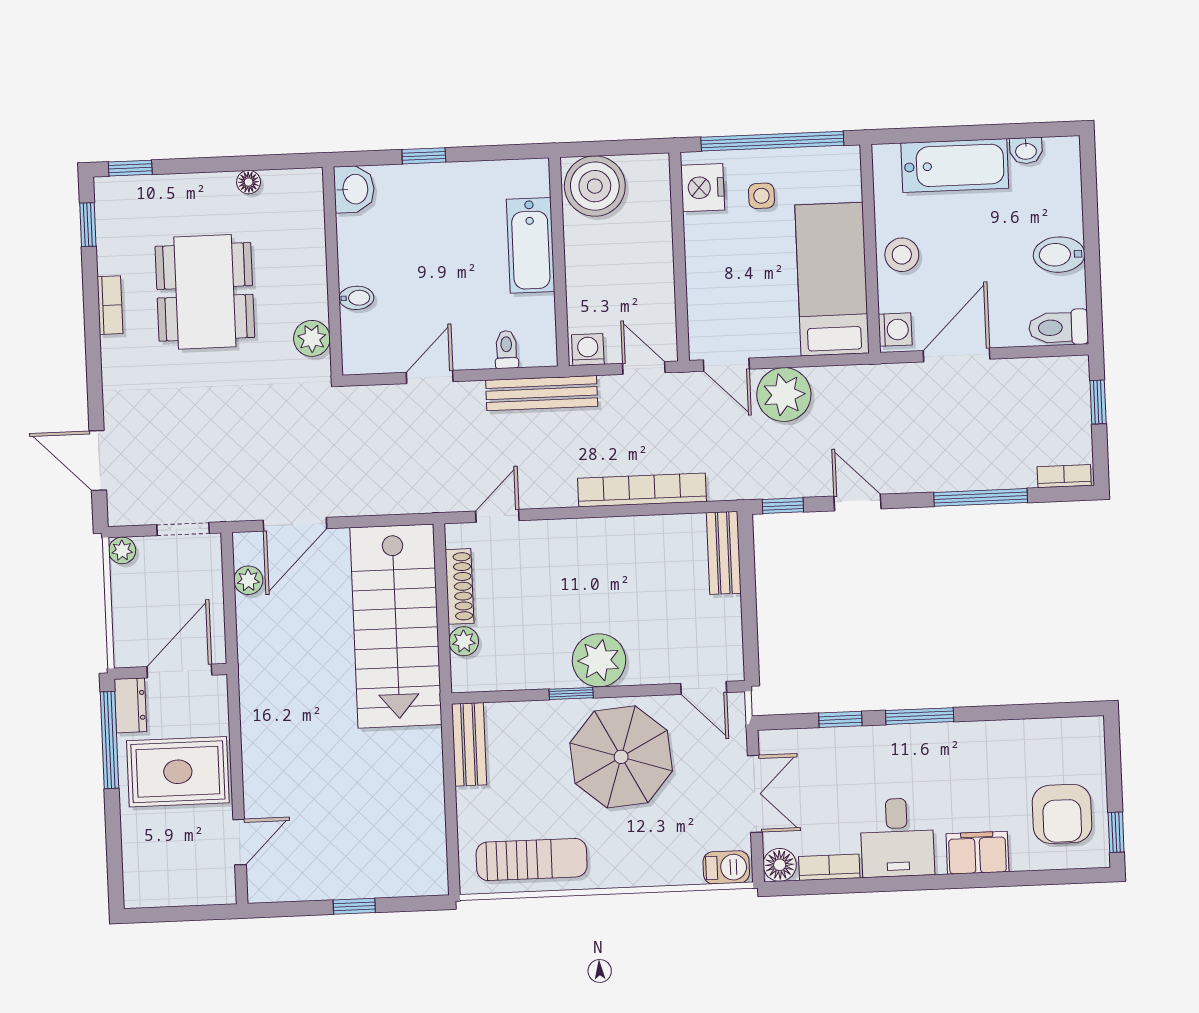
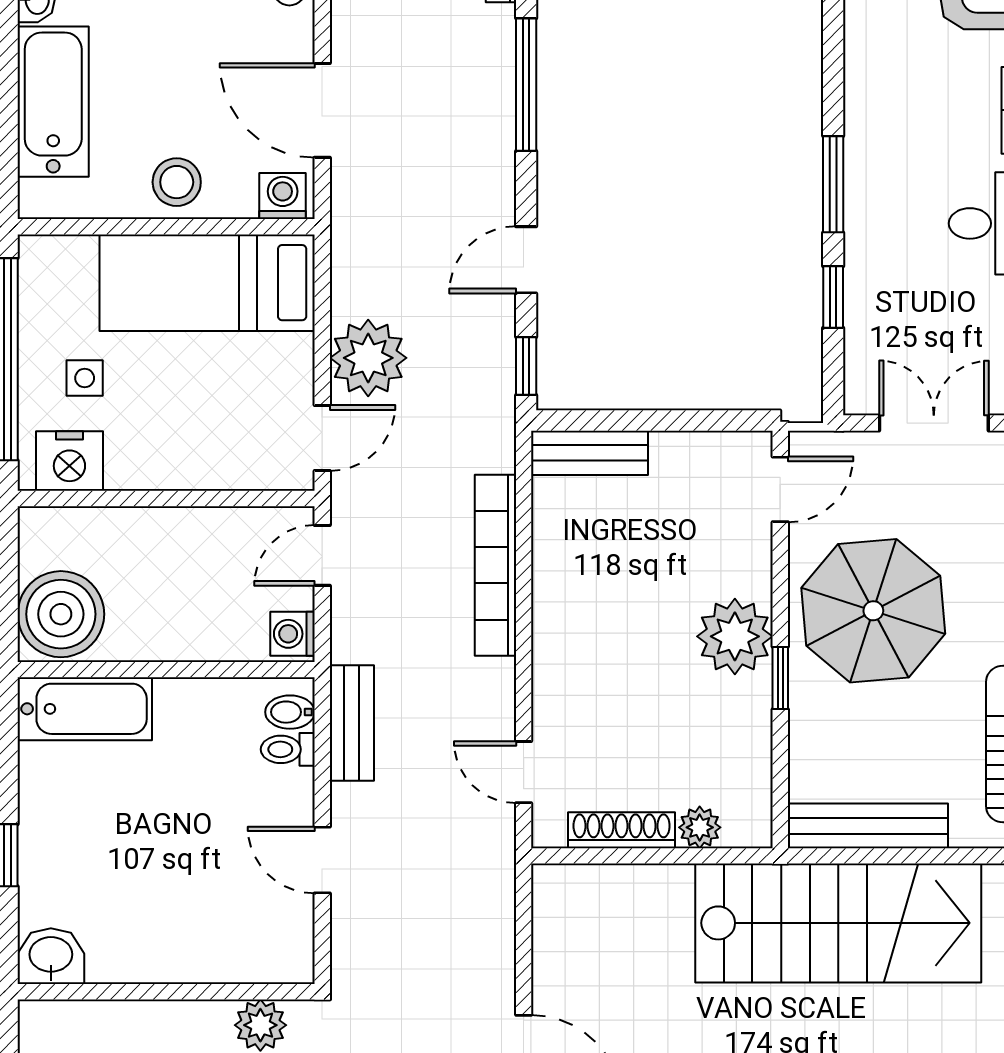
bathtub: (531, 245) -> (85, 709), moved
bidet: (356, 298) -> (290, 712), moved, turned -90
bench: (542, 393) -> (352, 723), width x0.73
stairs: (396, 626) -> (838, 923), moved
bench: (469, 744) -> (868, 826), width x1.36

